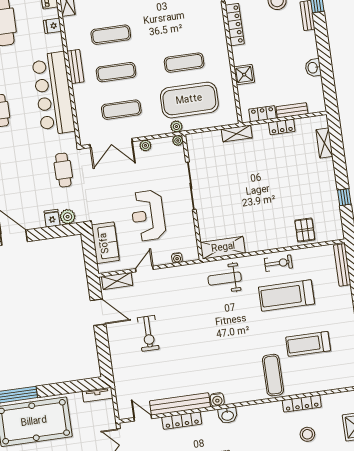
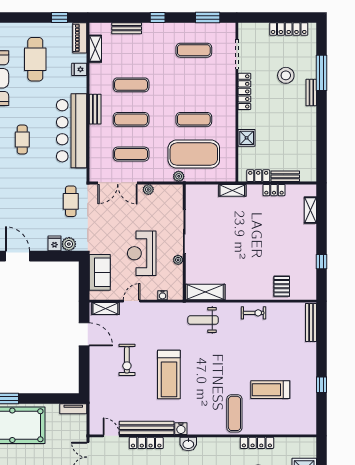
washbasin: (313, 68) -> (310, 140), removed
plant: (178, 140) -> (178, 260), moved
treadmill: (286, 295) -> (169, 375), moved, turned -90

